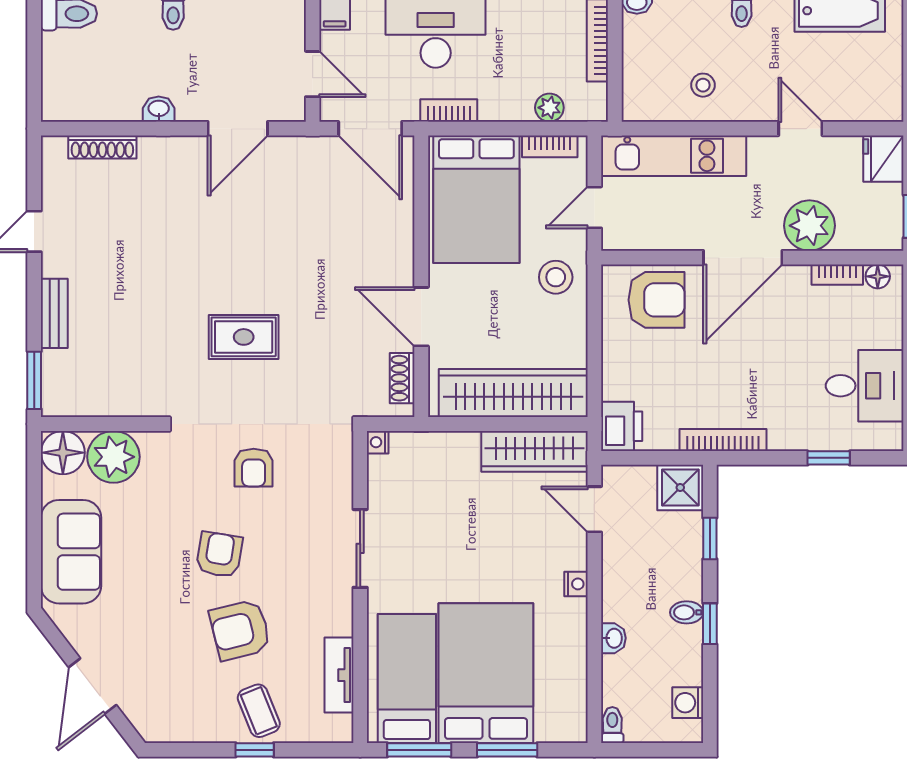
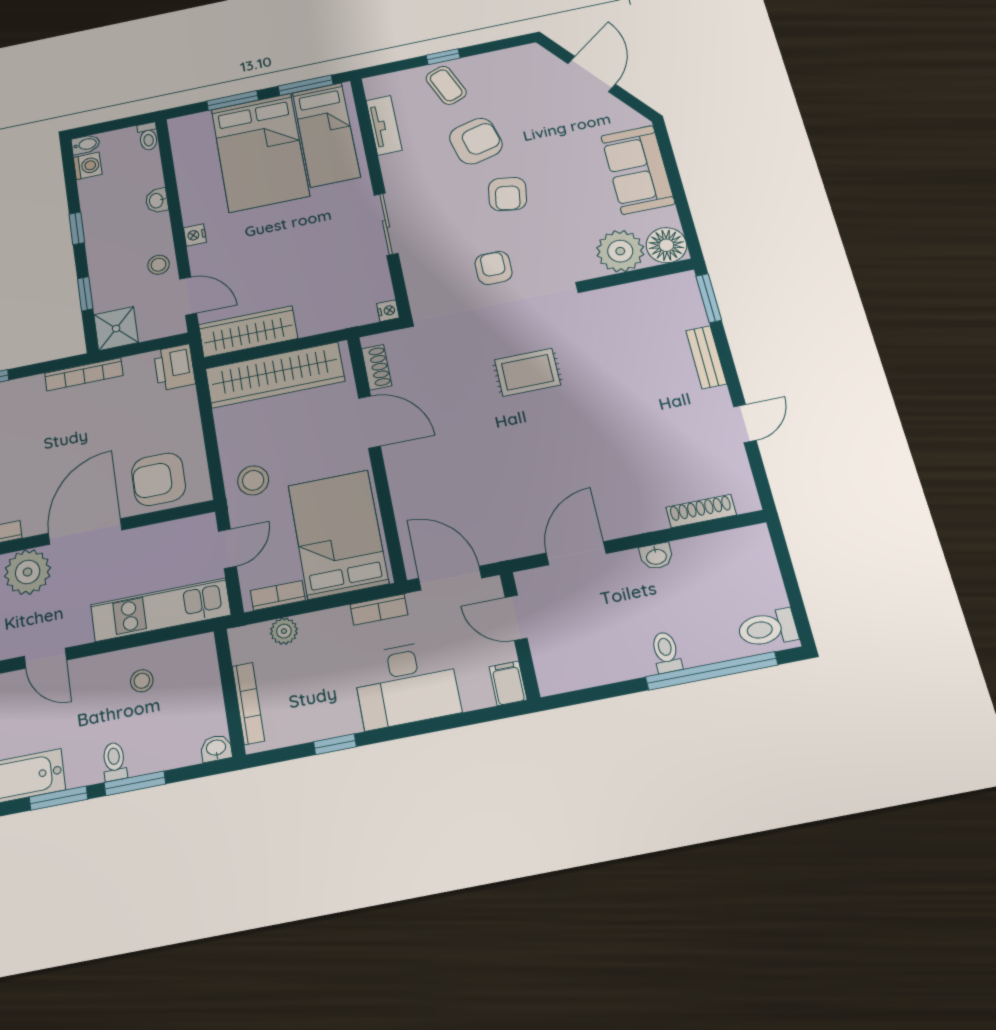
stool: (622, 556) -> (159, 265), added
bidet: (687, 612) -> (86, 144), moved

